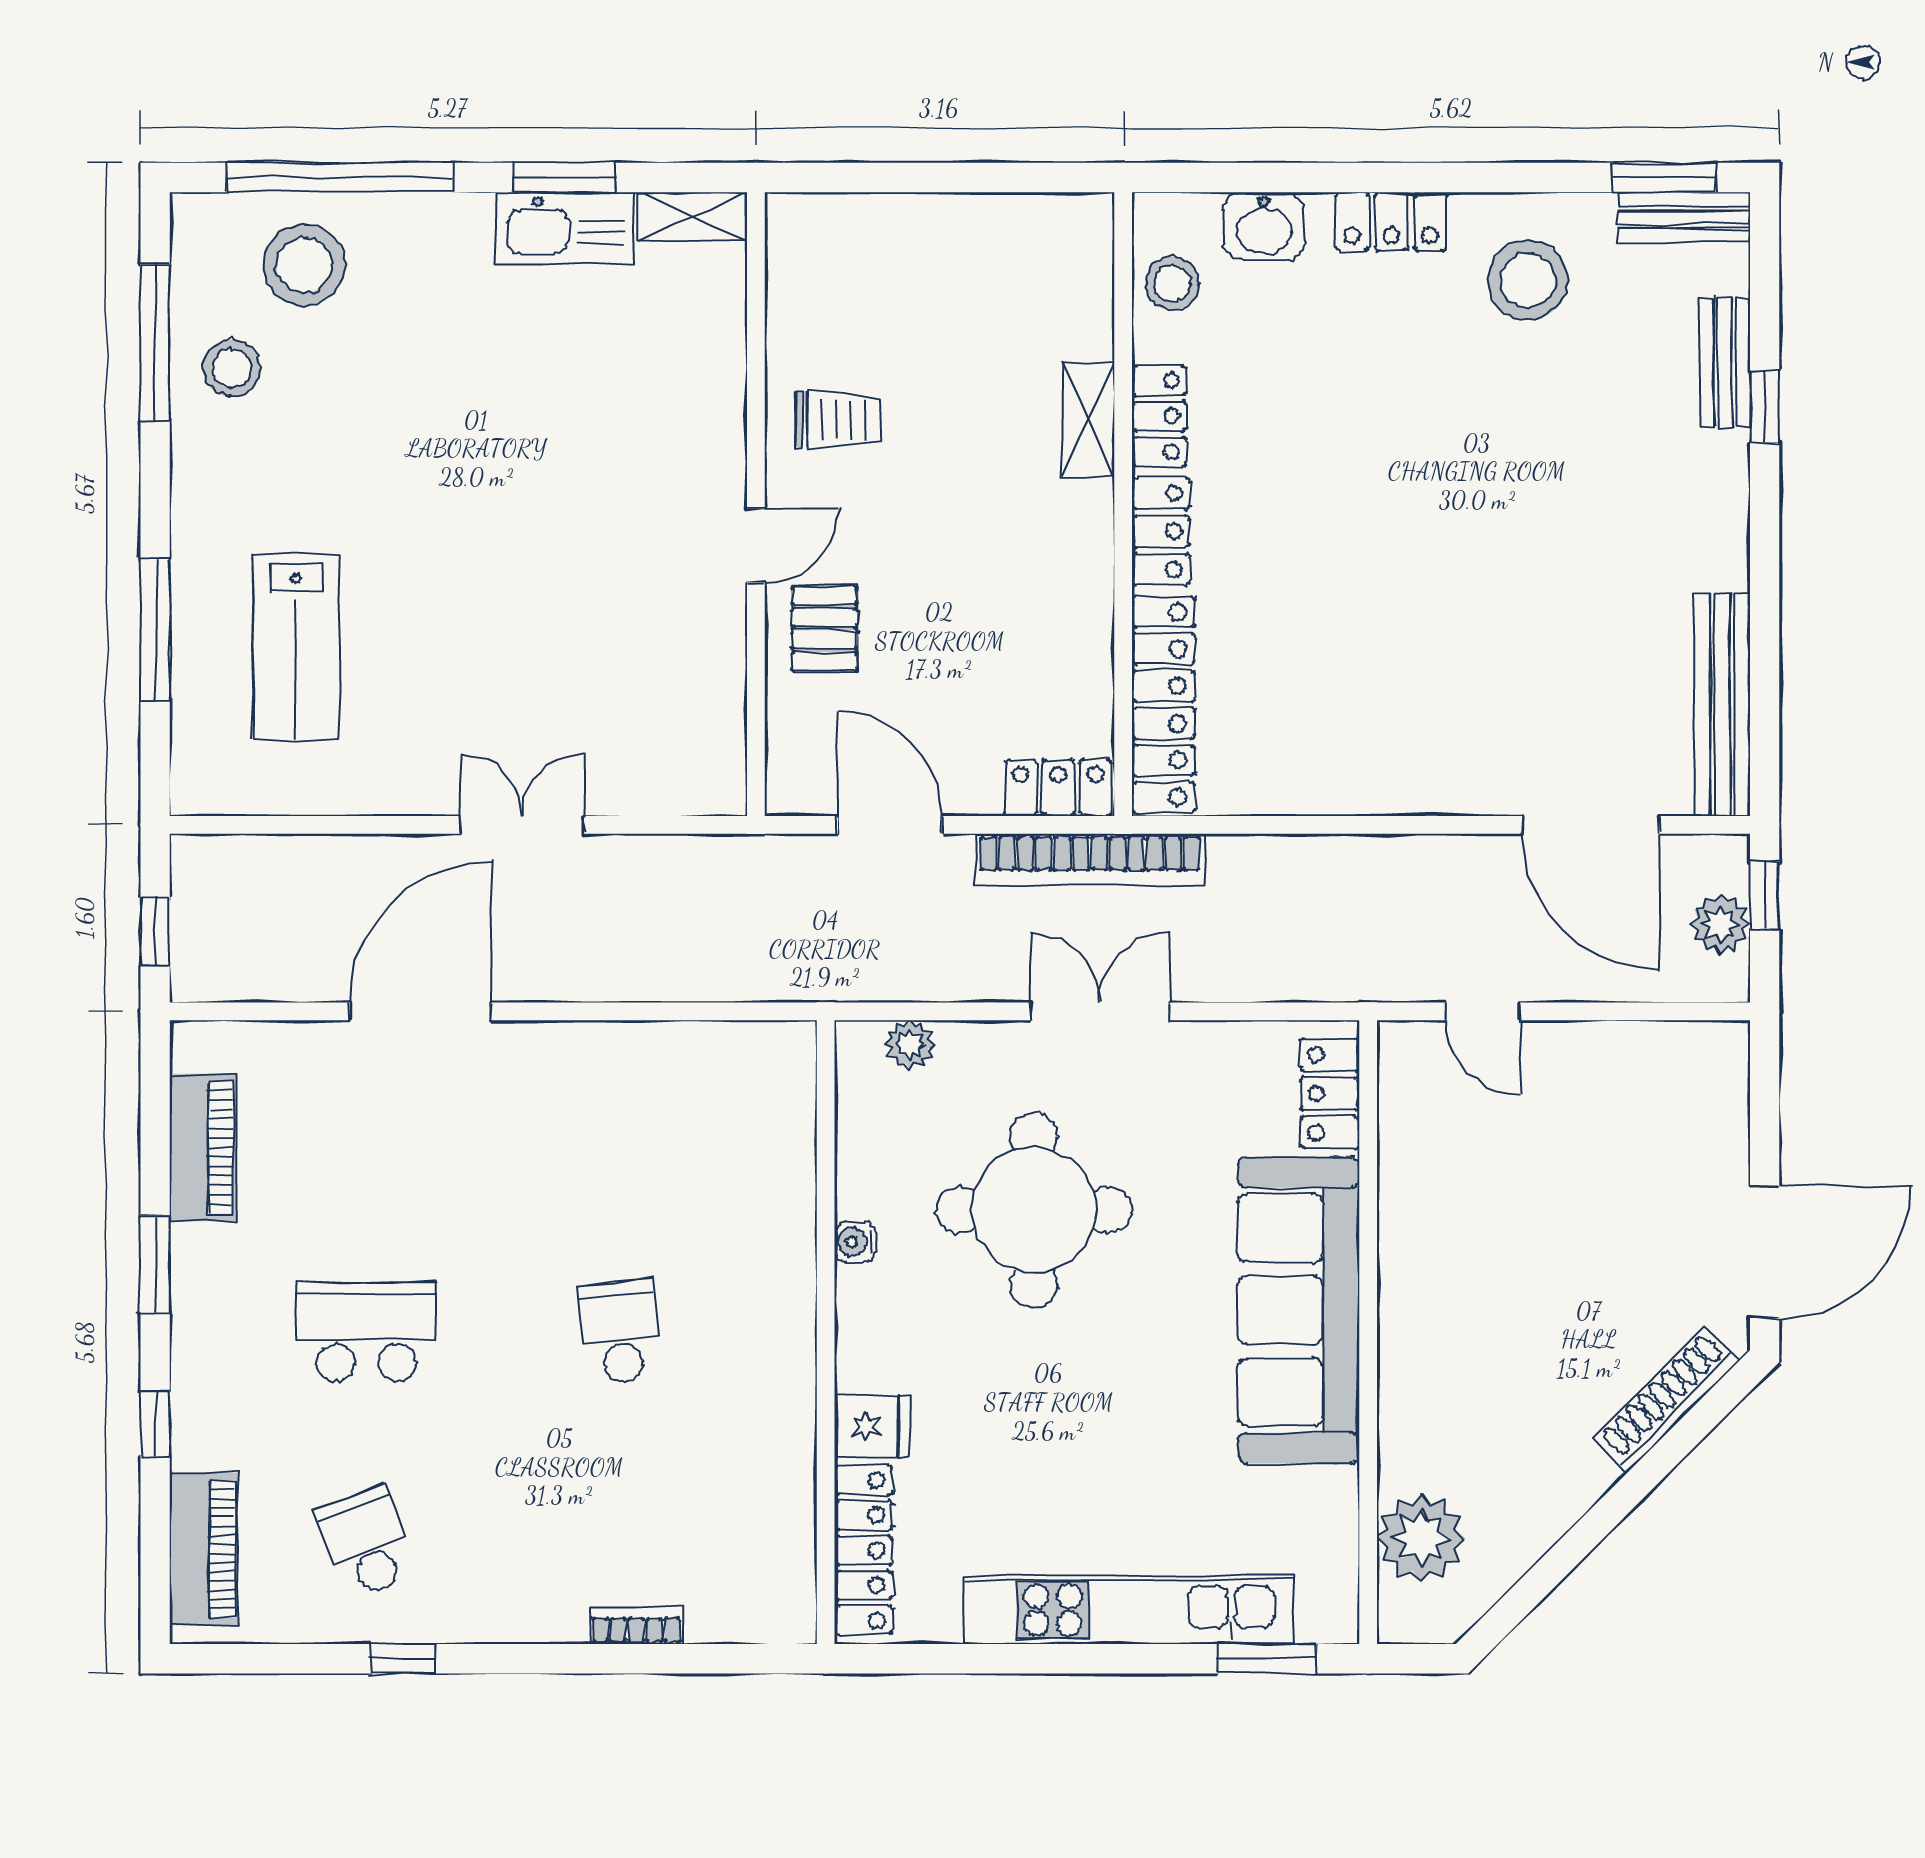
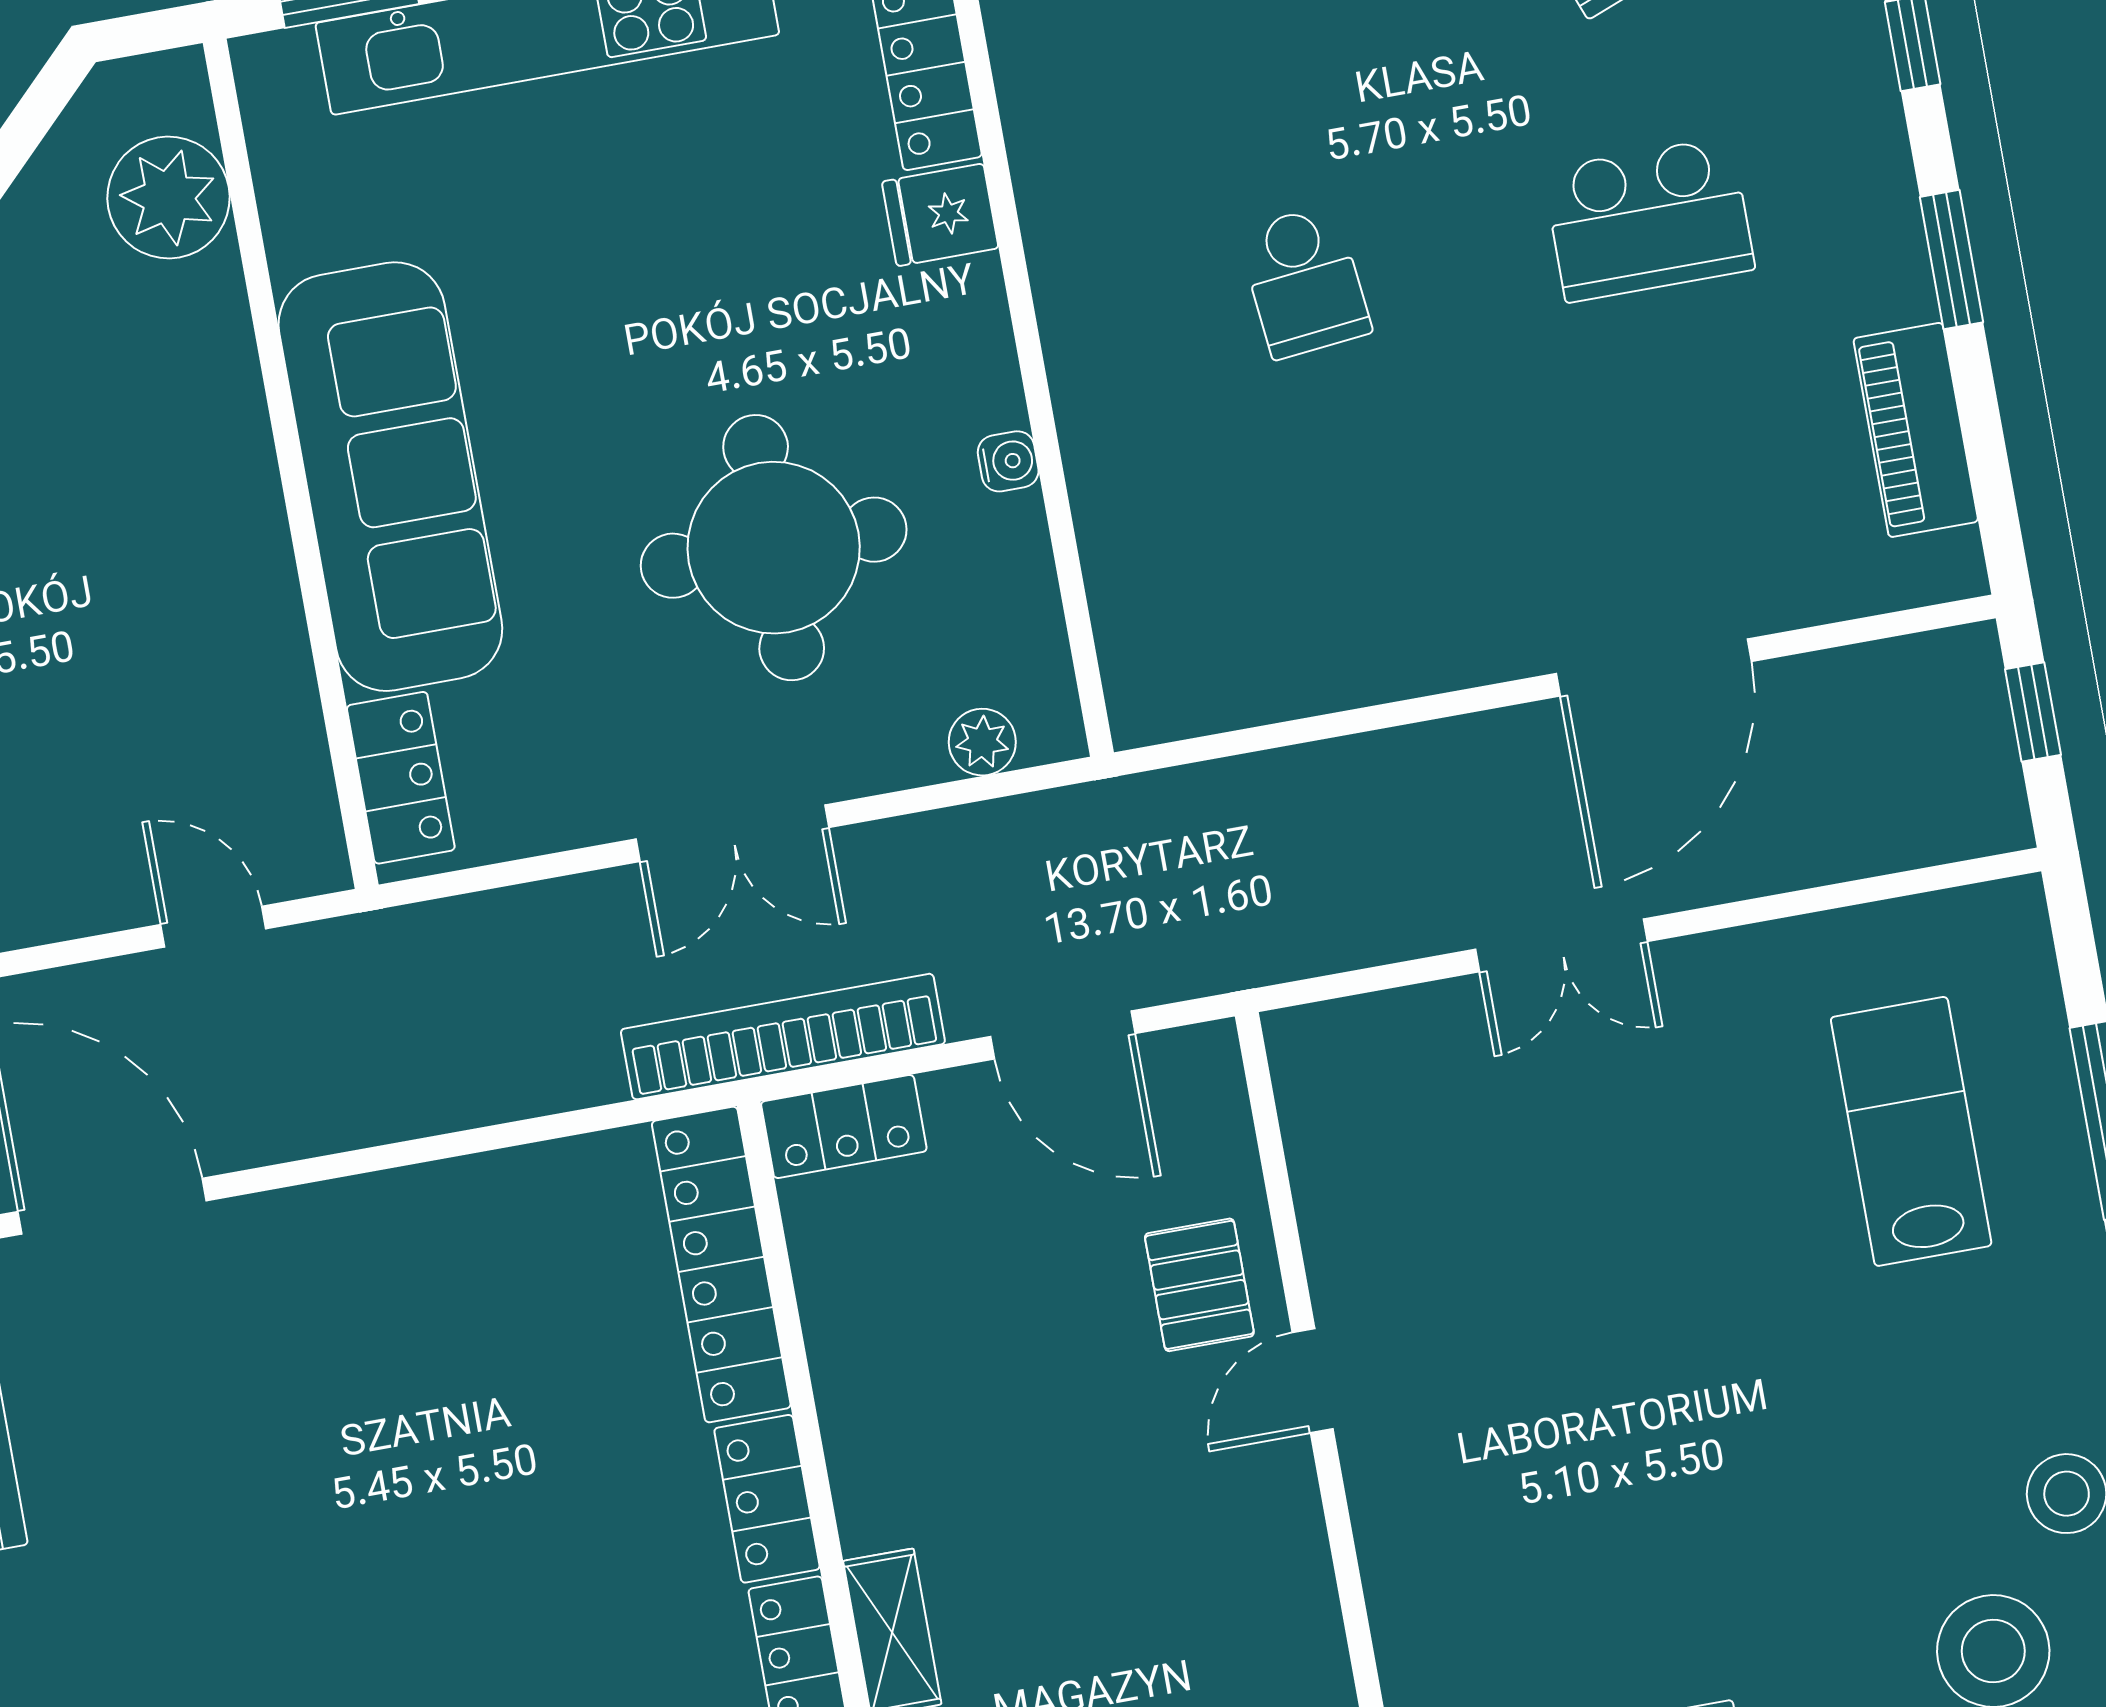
trolley: (838, 420) -> (1232, 1572), removed

